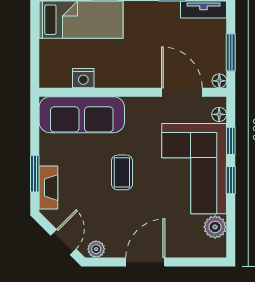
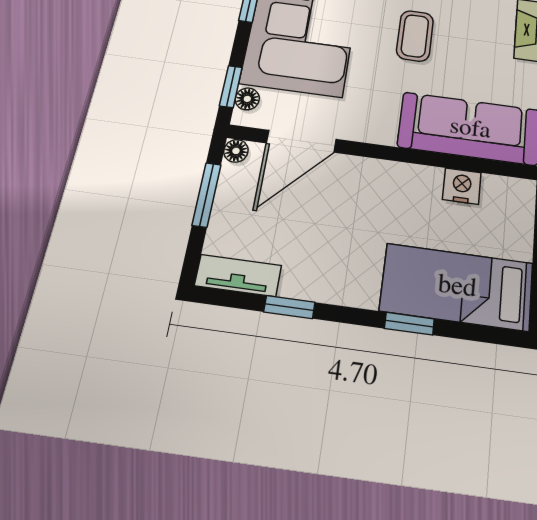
door: (182, 92) -> (301, 141), hinge flipped
window: (231, 141) -> (231, 87), moved

